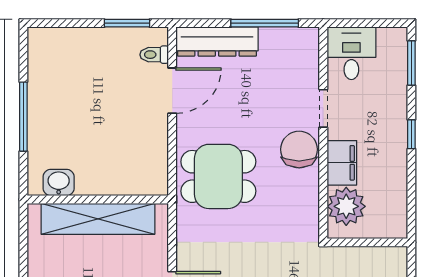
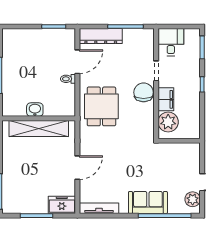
toilet: (154, 55) -> (68, 79), moved
dining table: (218, 176) -> (101, 106), turned 90
washbasin: (59, 183) -> (35, 110), moved

